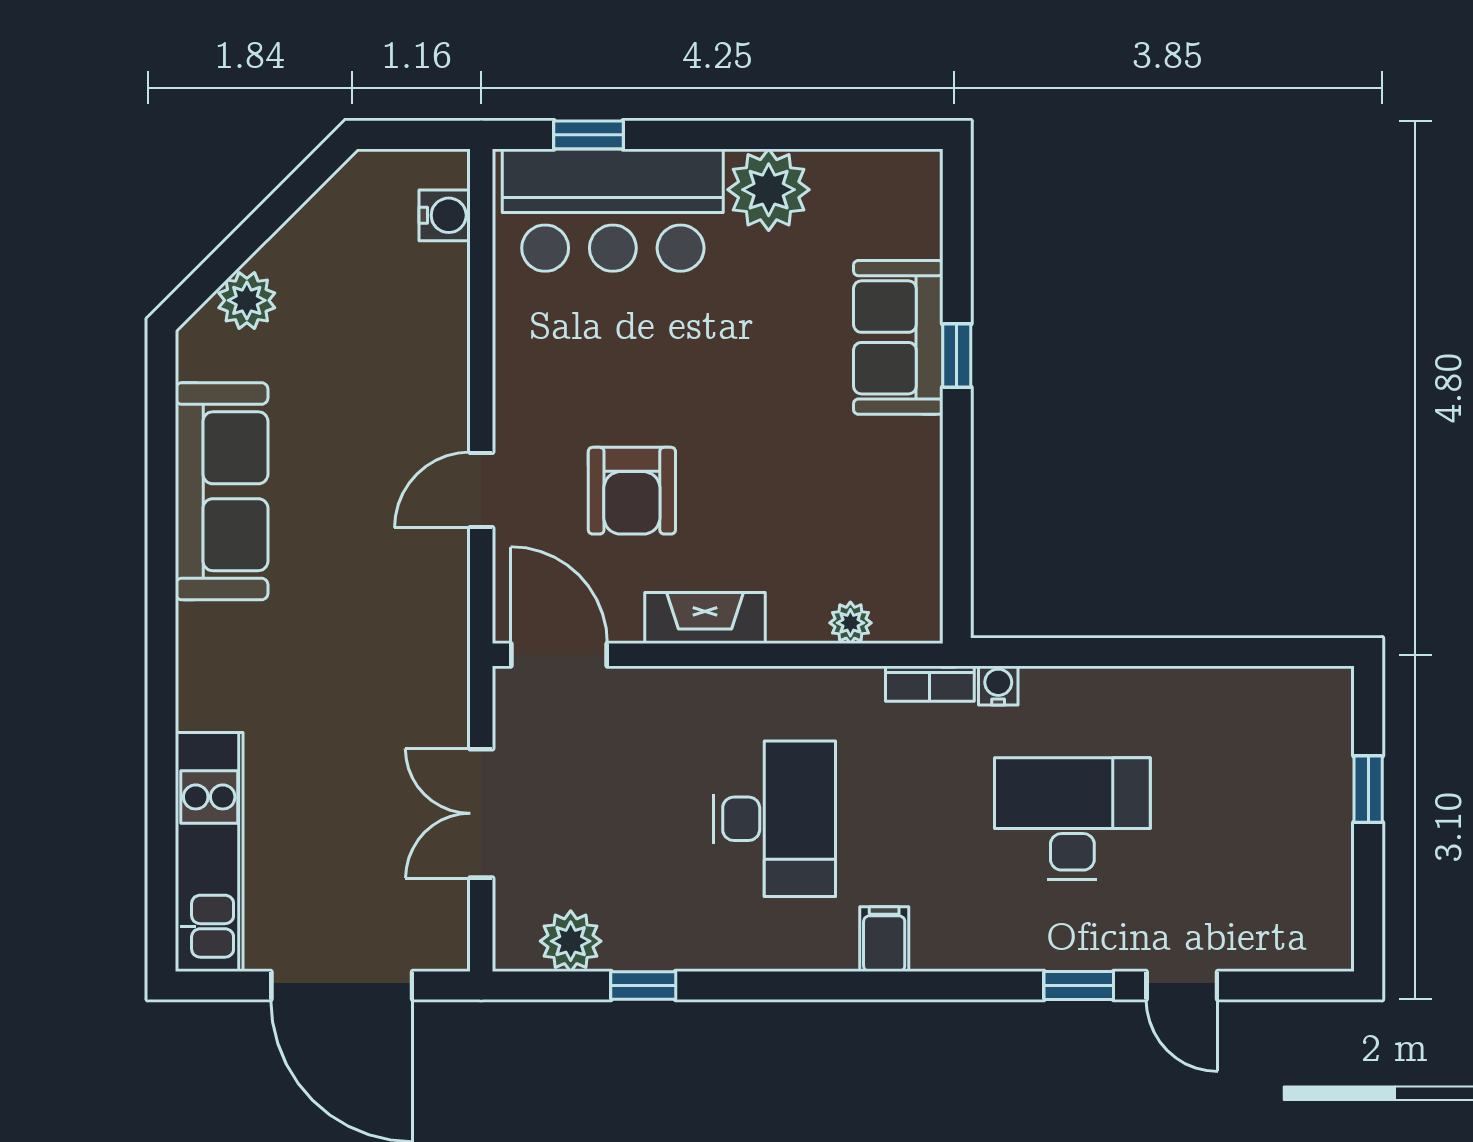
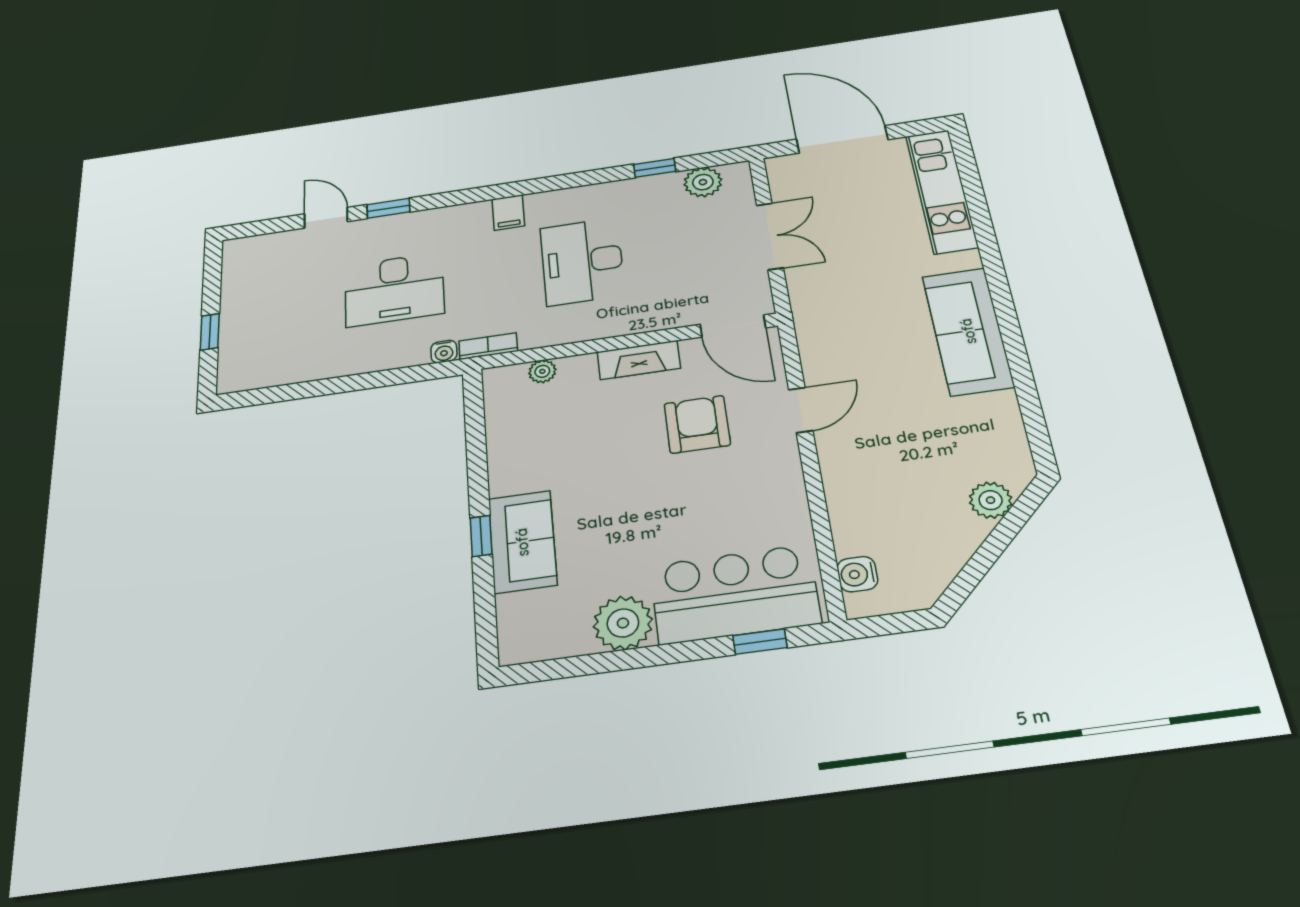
sofa: (222, 491) -> (968, 331), moved

